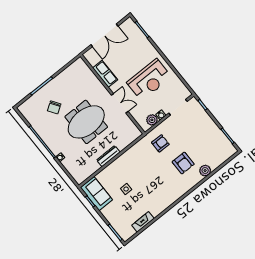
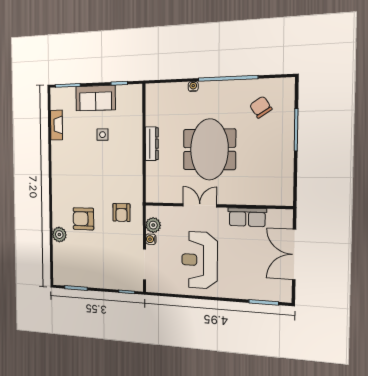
double door: (120, 103) -> (200, 205), swing flipped
chair: (54, 107) -> (261, 107), moved
sofa: (96, 194) -> (96, 98), moved

